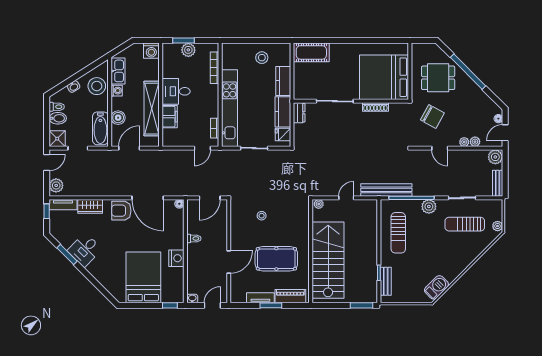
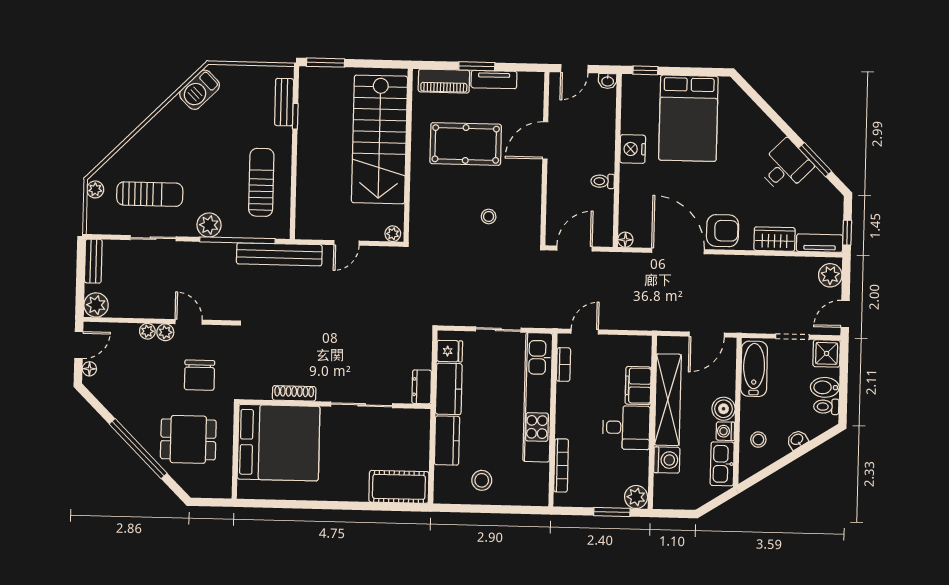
plant: (188, 50) -> (636, 497), moved
washing machine: (151, 51) -> (667, 460), moved, turned 90
stool: (97, 86) -> (758, 440), width x0.53, depth x0.53
chair: (432, 116) -> (199, 375), turned -119
boiler: (118, 118) -> (724, 409), moved
plant: (475, 142) -> (165, 332), moved

